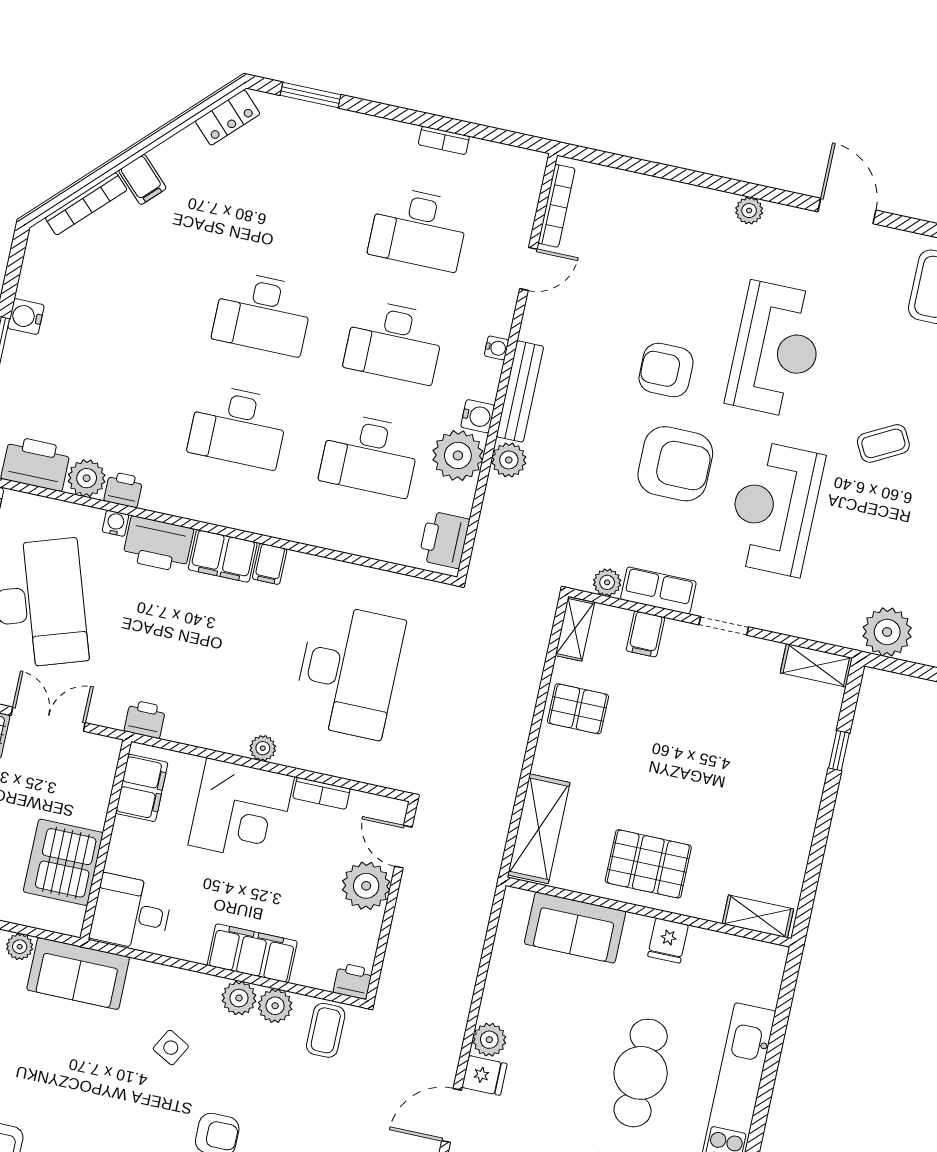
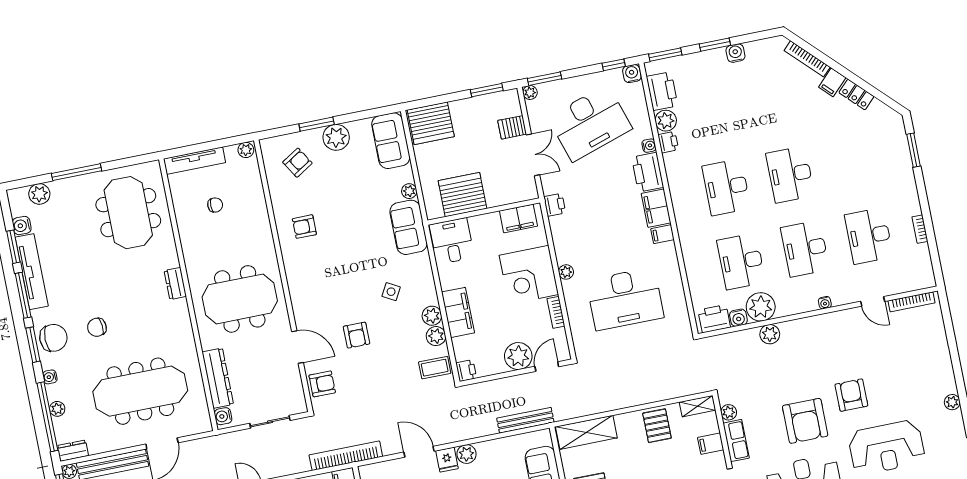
locker: (228, 118) -> (856, 95), moved
bench: (520, 391) -> (525, 420), moved
water cooler: (478, 416) -> (738, 318), moved

